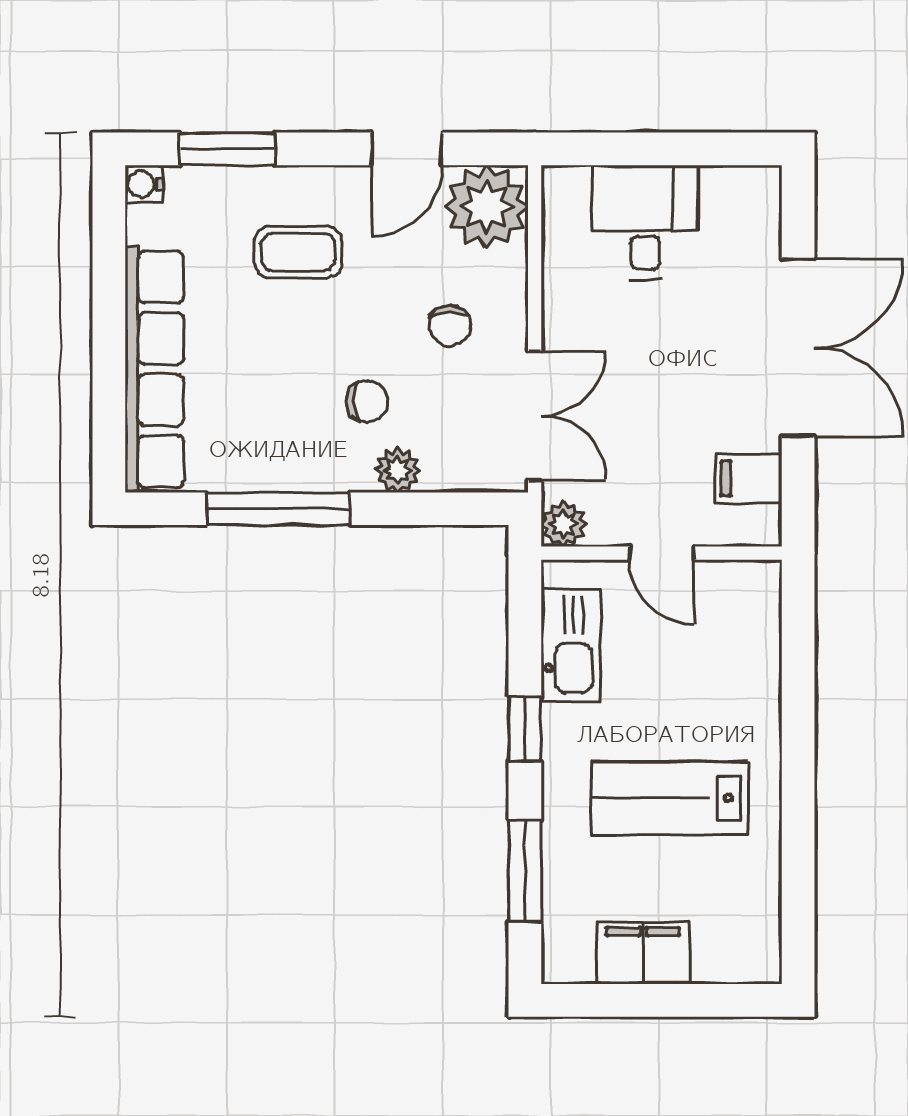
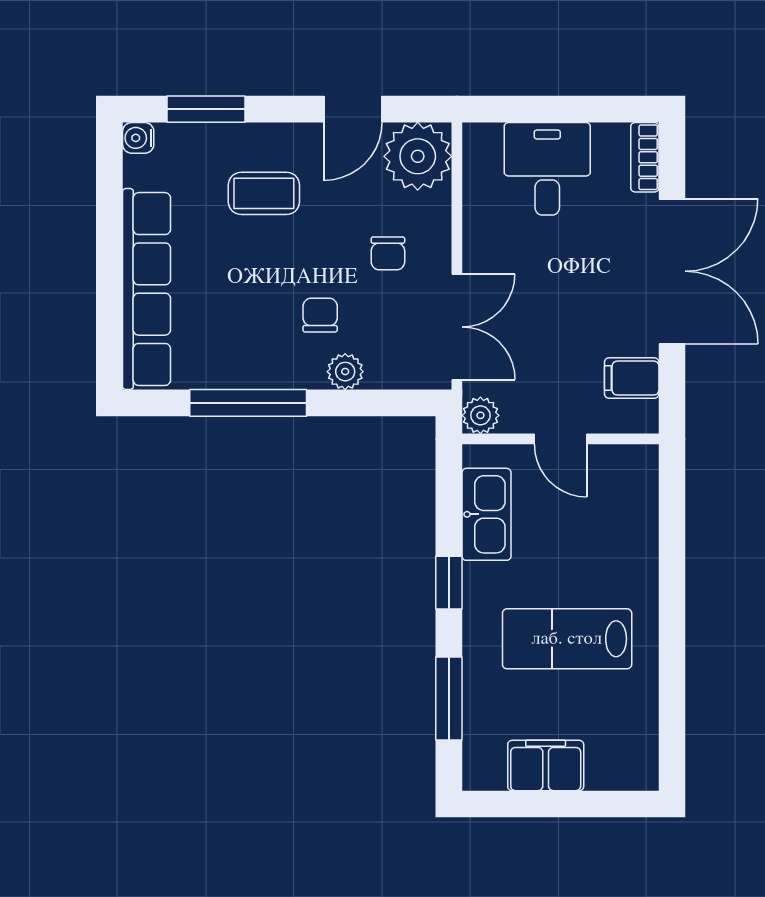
bookcase: (765, 208) -> (645, 157), added
chair: (367, 401) -> (320, 315), turned -90

